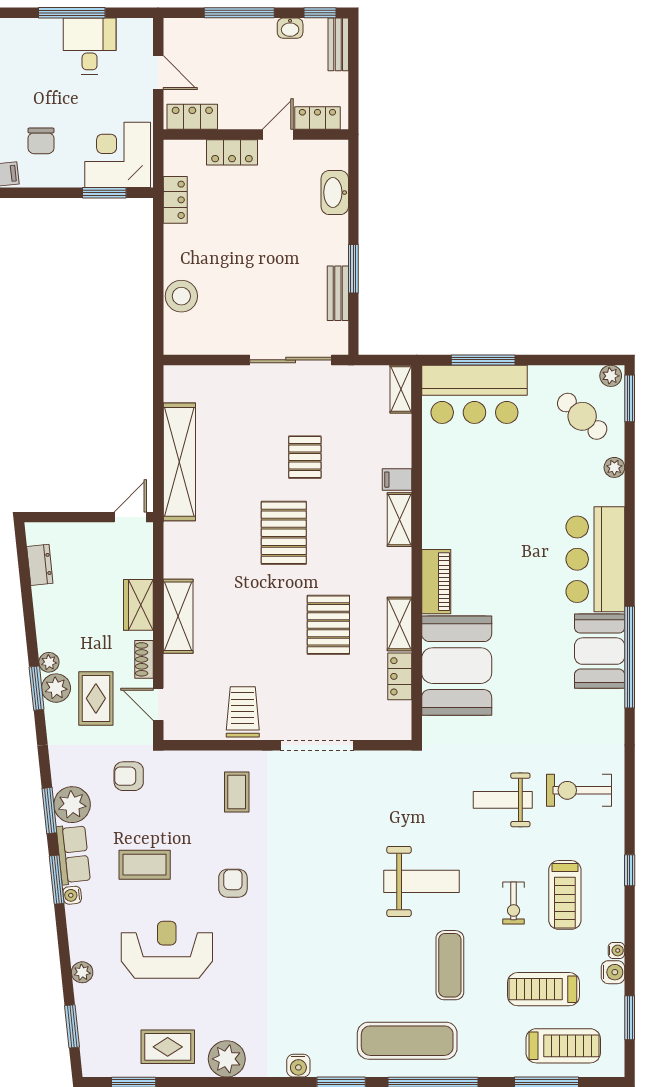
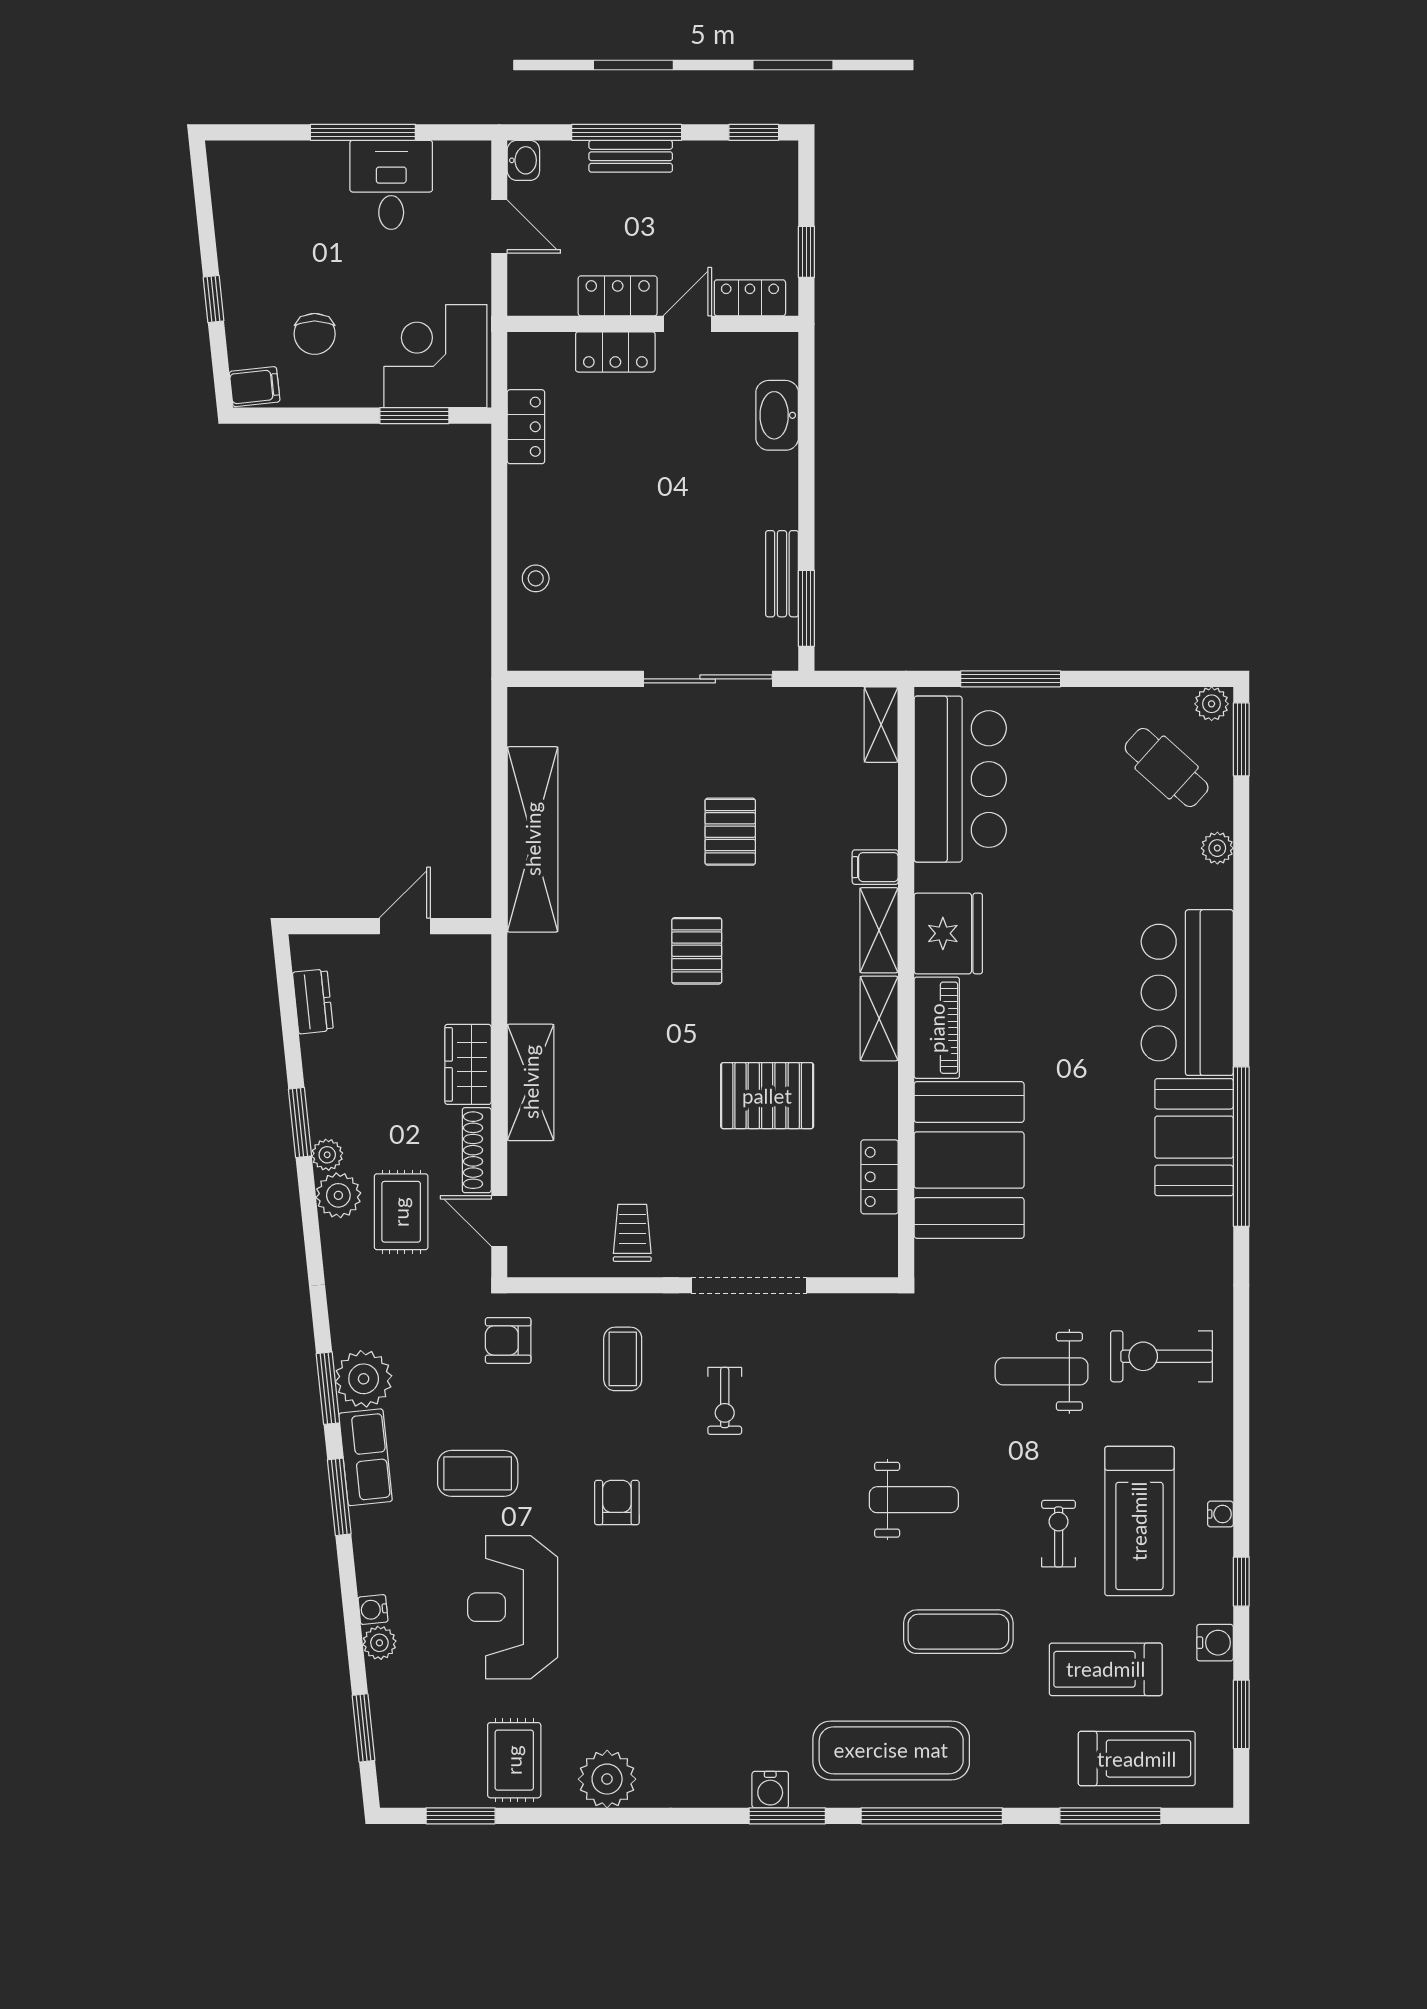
washbasin: (290, 28) -> (523, 160), moved, turned -90
bench: (338, 44) -> (631, 156), moved, turned 90
window: (353, 89) -> (806, 252), added
locker: (192, 117) -> (618, 296), moved
window: (353, 269) -> (806, 608), moved
stool: (181, 296) -> (536, 578), width x0.53, depth x0.53
bar counter: (474, 394) -> (960, 779), moved, turned -90
door: (130, 517) -> (405, 926), moved
fridge: (443, 522) -> (948, 933), added
pallet: (284, 533) -> (697, 951), width x0.67, depth x0.71
shelving: (400, 624) -> (879, 1018), moved
pallet: (328, 625) -> (767, 1096), turned 90
shoe rack: (144, 659) -> (477, 1150), width x1.43
window: (37, 688) -> (300, 1122), moved
trolley: (243, 712) -> (632, 1233), width x0.73, depth x0.72
armchair: (129, 776) -> (508, 1340), moved
exercise bike: (301, 819) -> (725, 1401), added
window: (630, 870) -> (1241, 1582), moved
weight bench: (422, 881) -> (914, 1500), width x0.73, depth x0.75
water cooler: (72, 895) -> (373, 1610), moved
treadmill: (565, 895) -> (1139, 1521), width x1.37, depth x1.38
exercise bike: (514, 903) -> (1059, 1534), turned 180
reception desk: (167, 950) -> (513, 1607), turned -90
water cooler: (616, 950) -> (1220, 1514), moved
exercise mat: (450, 965) -> (958, 1632), turned 90
rug: (168, 1047) -> (514, 1760), turned 90
water cooler: (298, 1066) -> (770, 1790), moved

